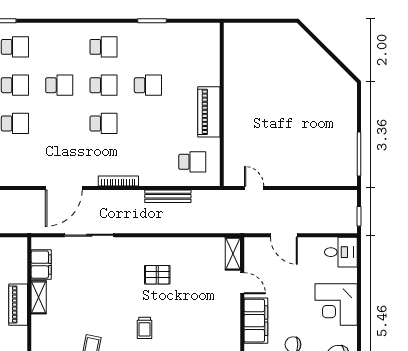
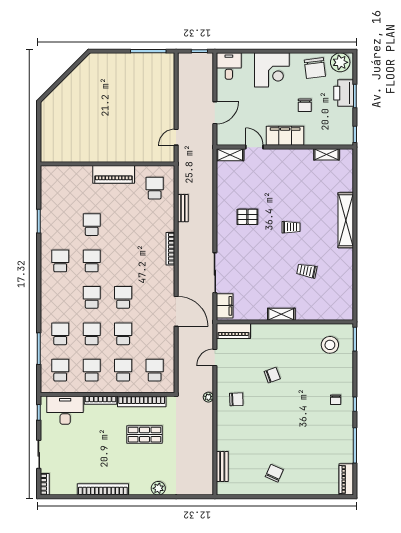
school desk: (104, 123) -> (123, 297), moved
door: (64, 188) -> (176, 311), moved
bench: (168, 196) -> (183, 208), width x0.73
filing cabinet: (41, 265) -> (225, 306), moved, turned 90
pallet: (157, 275) -> (247, 217), turned 90
door: (242, 283) -> (254, 147), hinge flipped
shelving: (39, 297) -> (281, 314), moved
piano: (18, 305) -> (233, 331), moved

